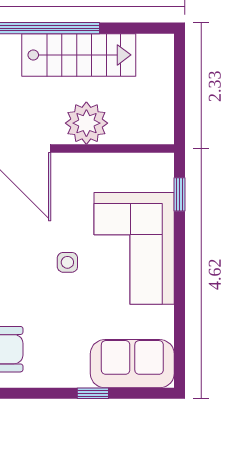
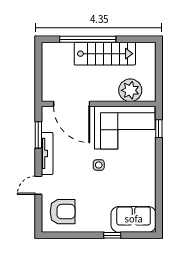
plant: (86, 123) -> (130, 90), moved
corner sofa: (134, 248) -> (125, 128), moved, turned -90

